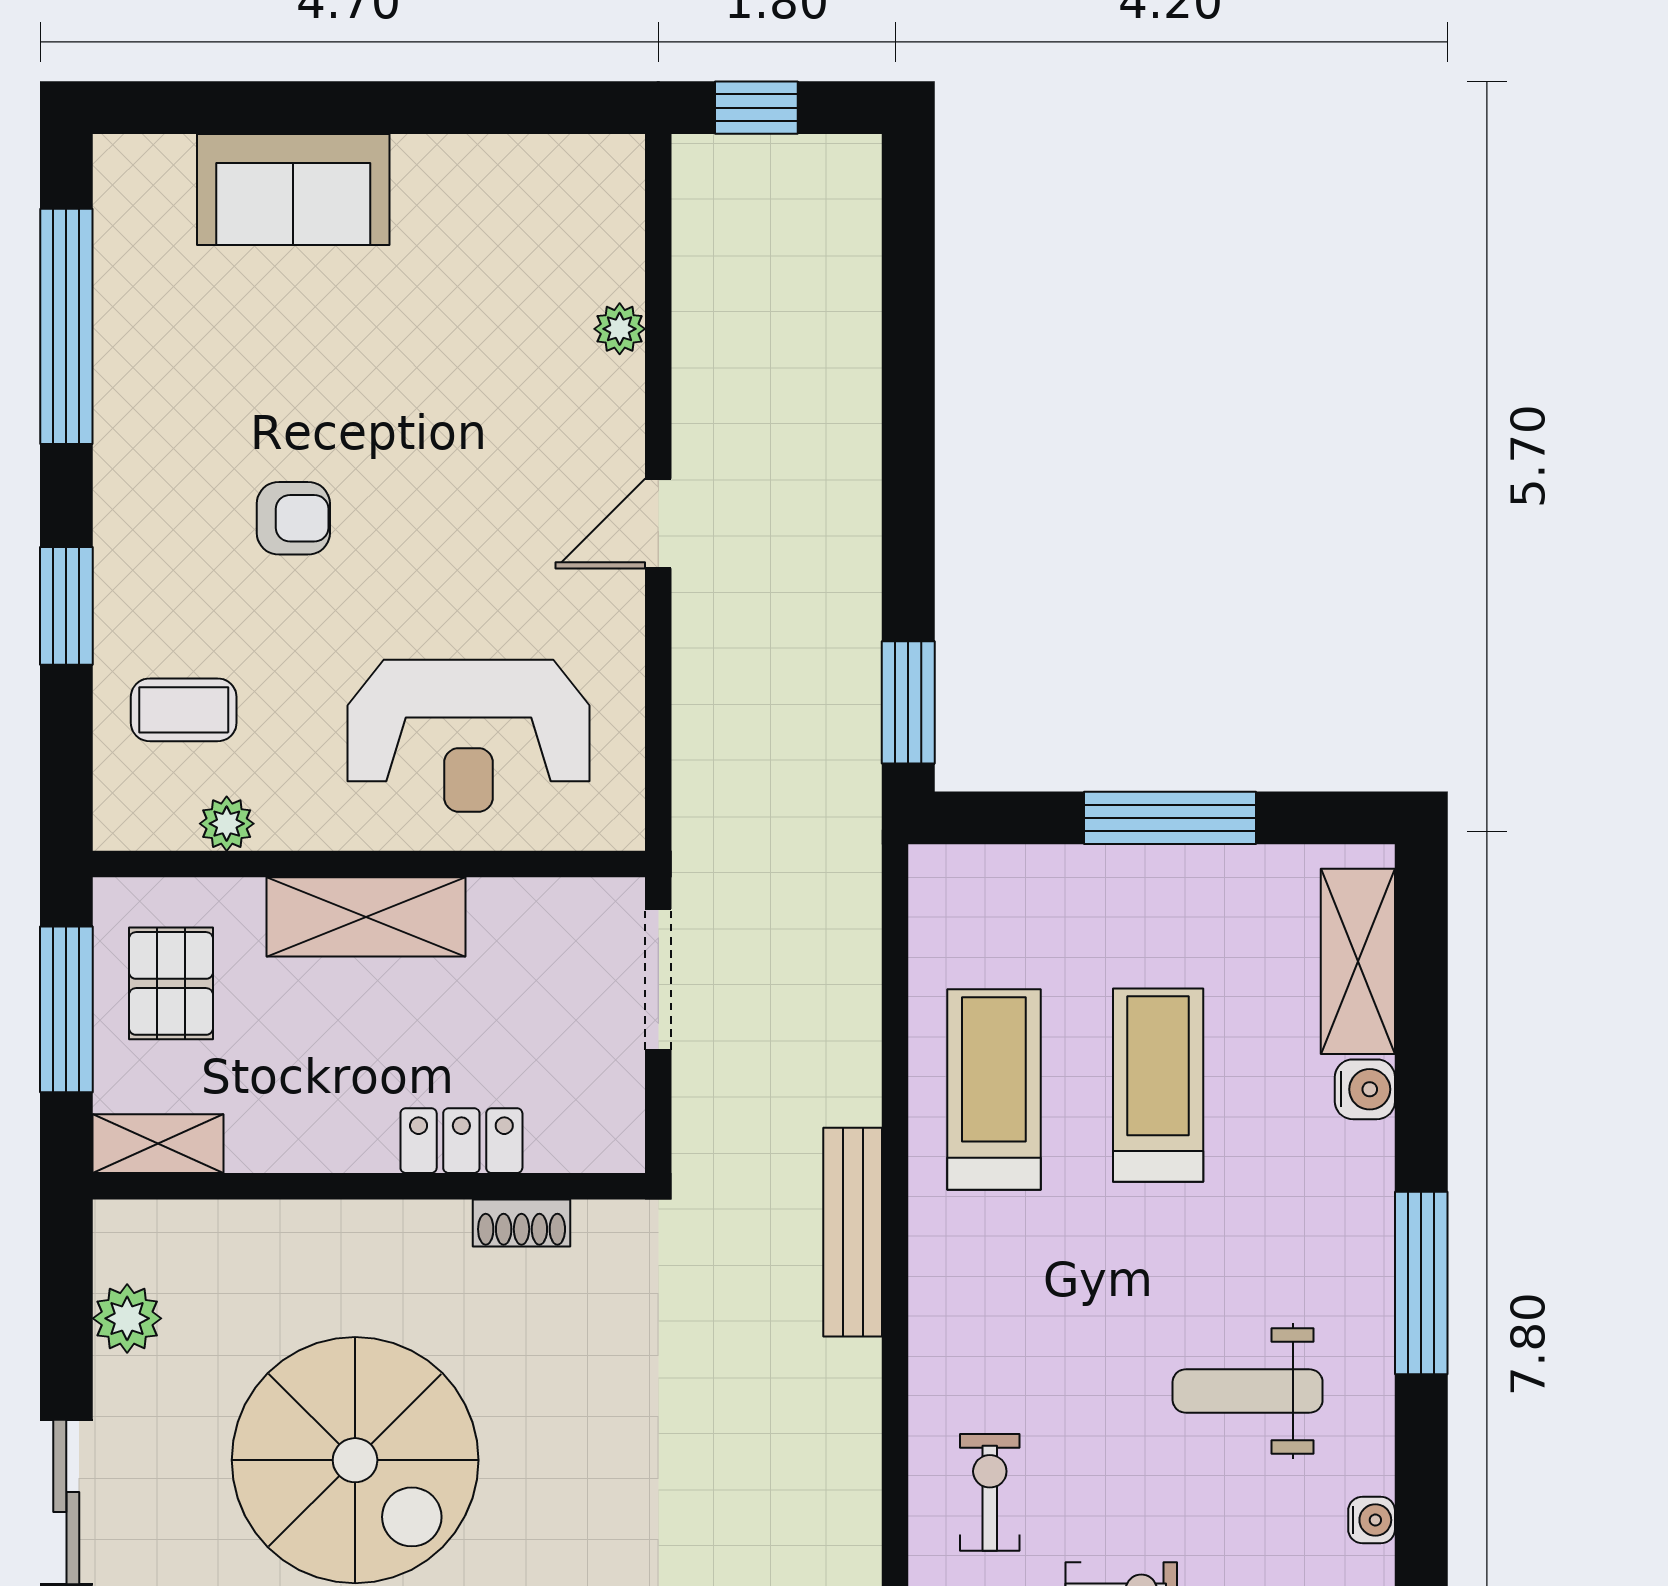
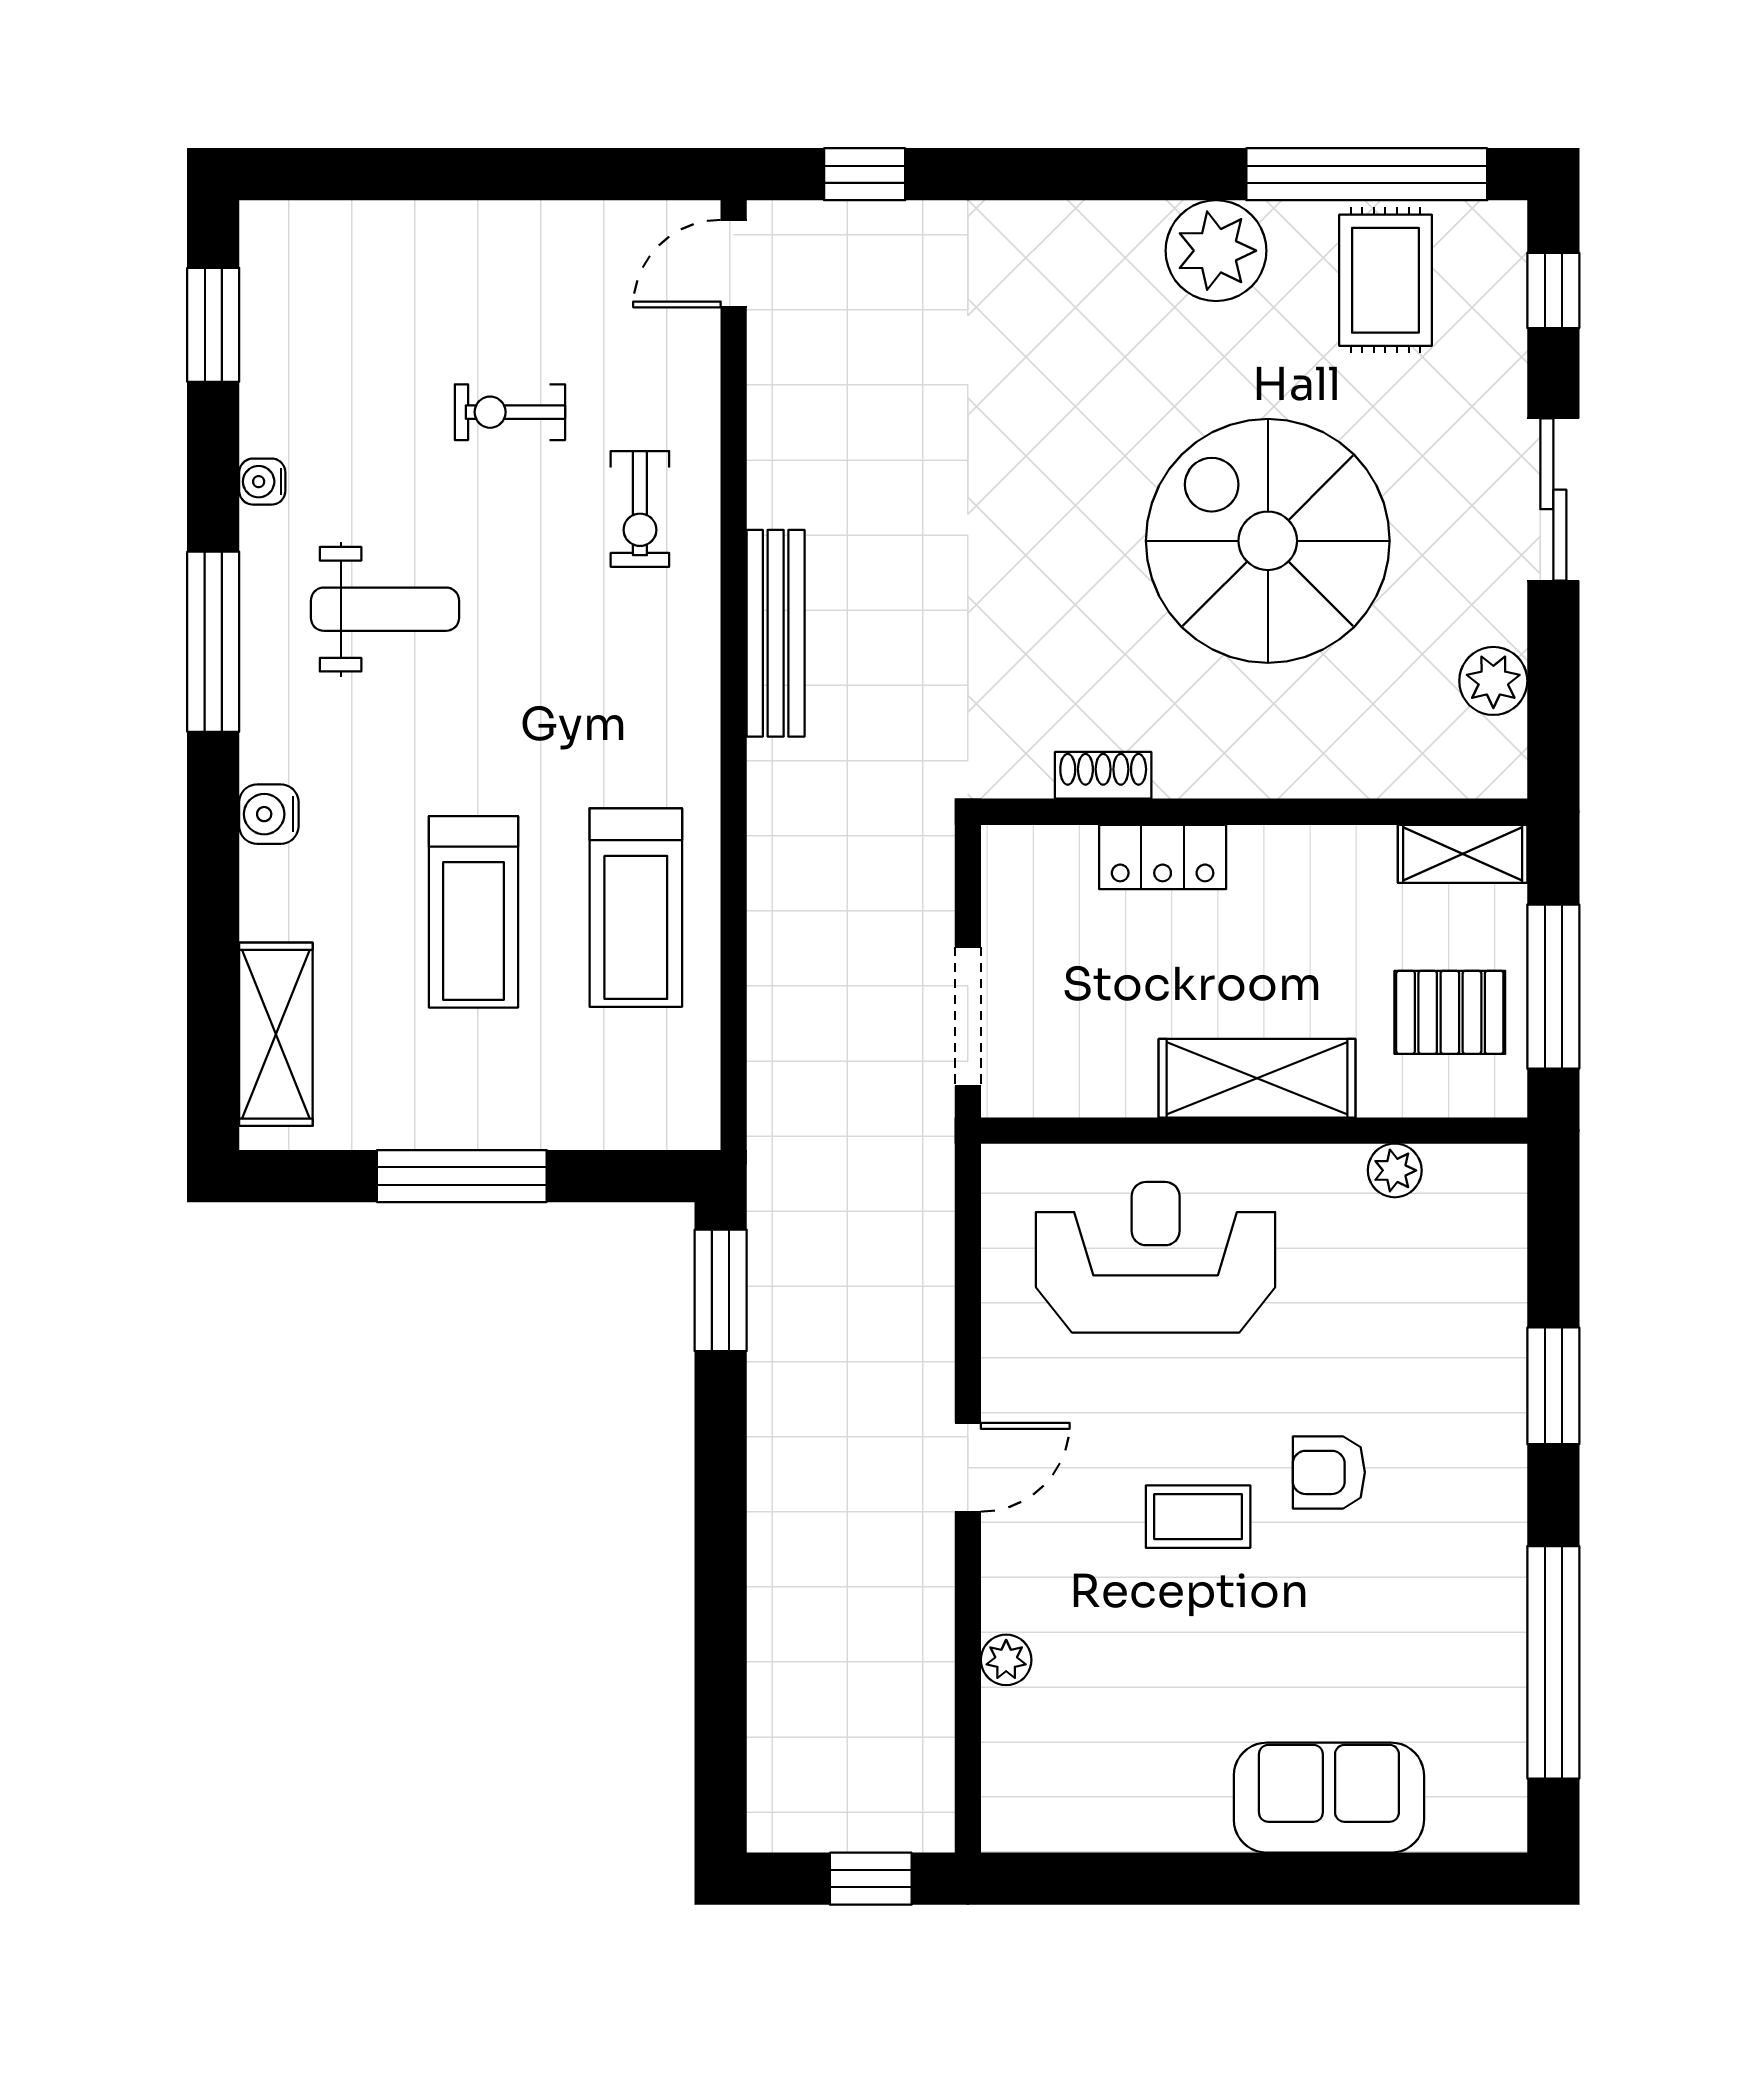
coffee table: (184, 710) -> (1198, 1517), moved
pallet: (171, 983) -> (1450, 1012), turned 90
water cooler: (1365, 1089) -> (269, 814), moved
bench: (853, 1232) -> (776, 633), moved
window: (1421, 1283) -> (213, 642), moved

